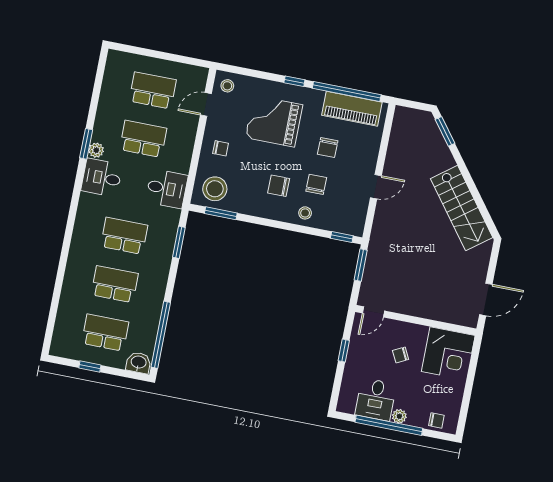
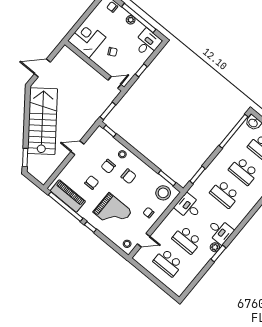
stairs: (462, 208) -> (42, 121), width x1.36, depth x1.51
door: (486, 299) -> (42, 68), moved
desk: (376, 399) -> (147, 43), moved

